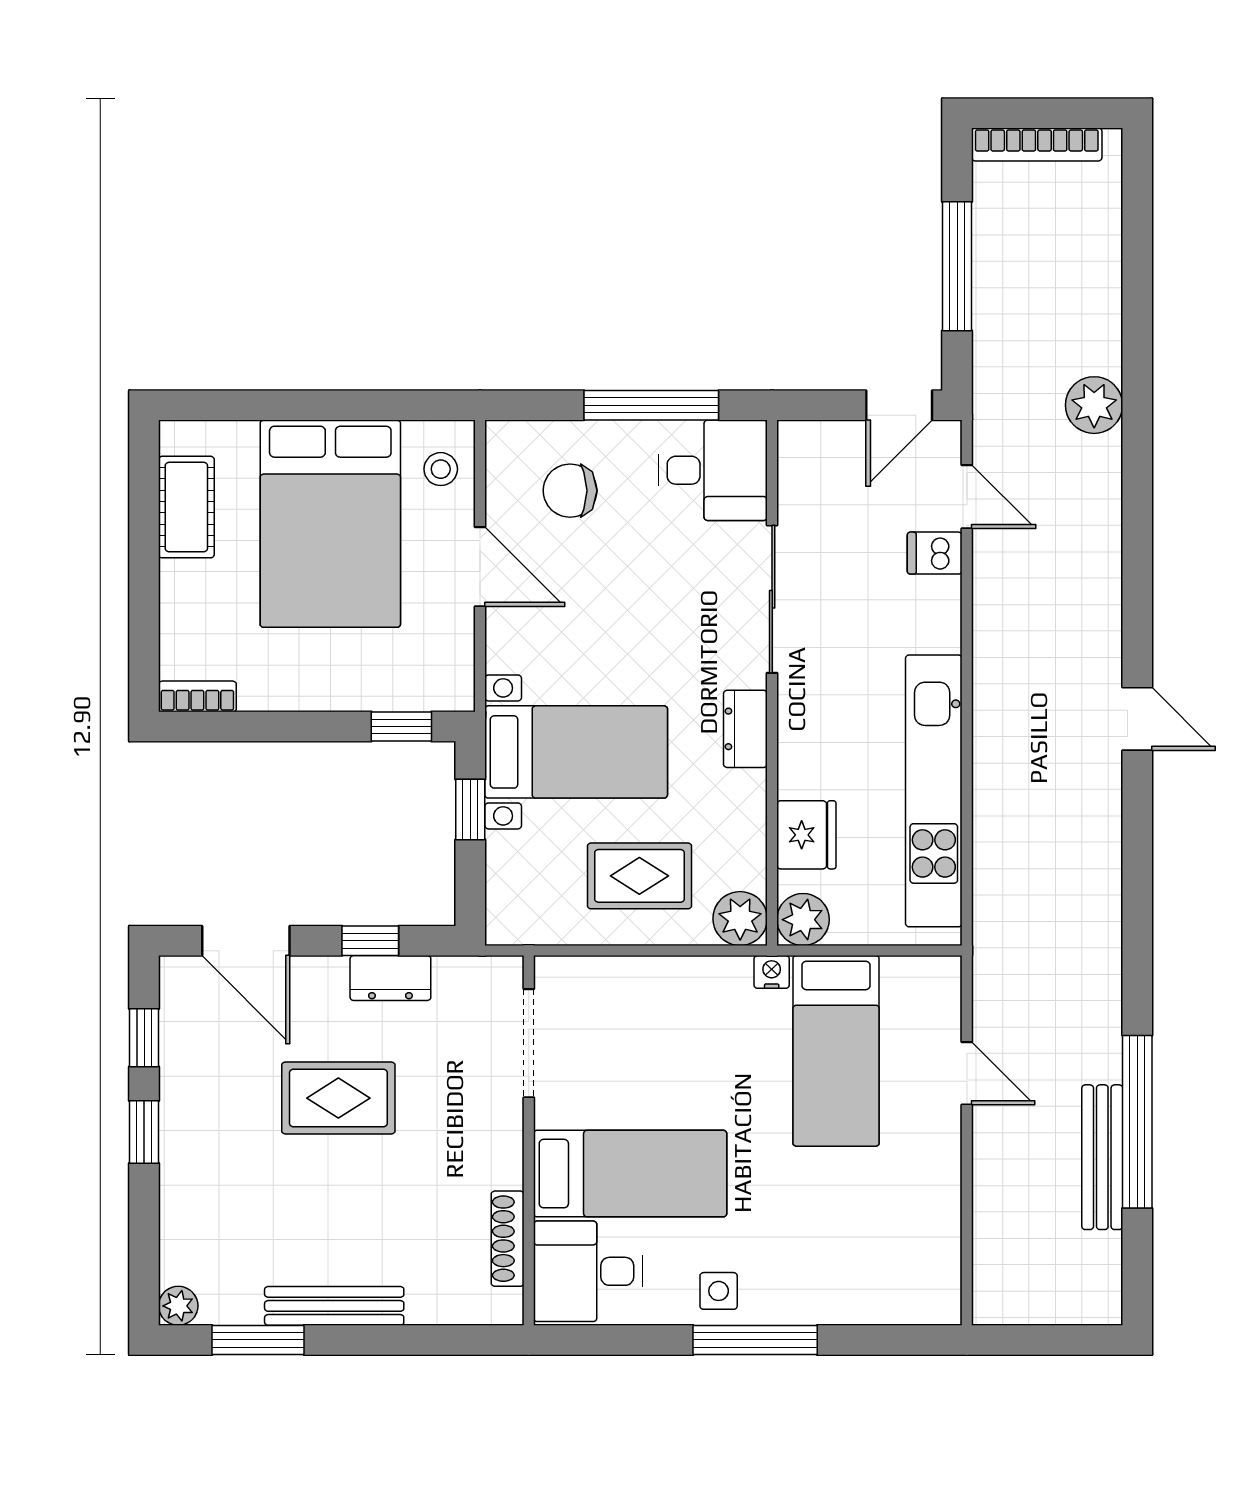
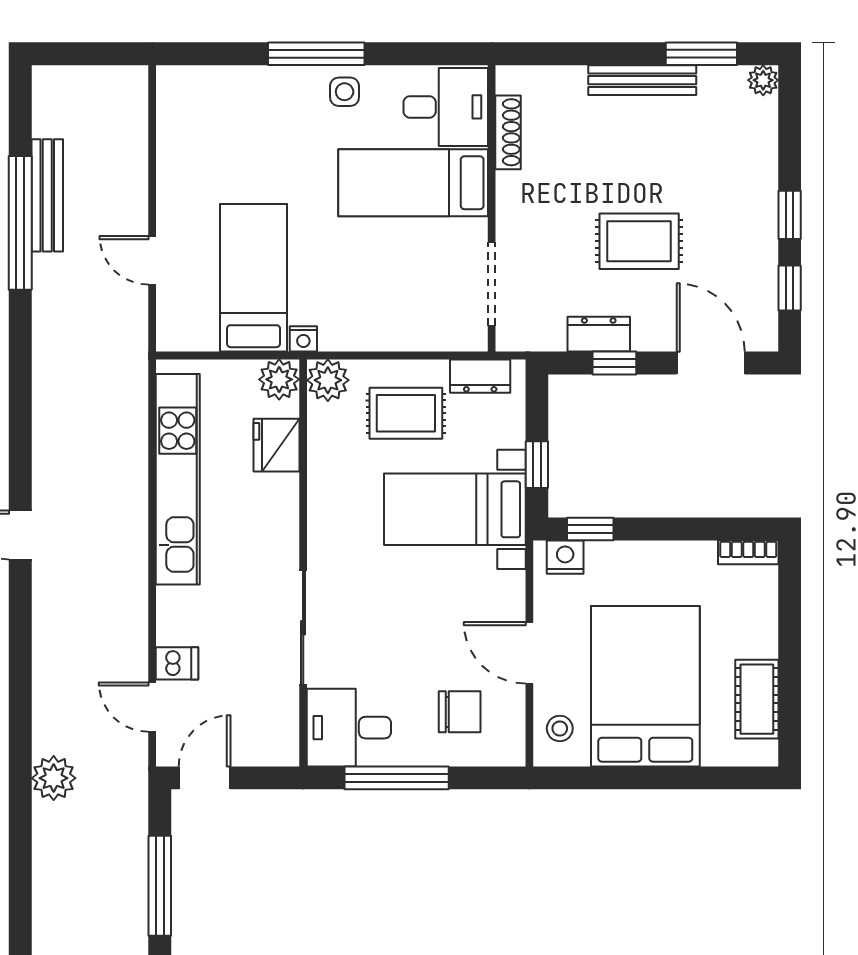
nightstand: (434, 690) -> (565, 557), added
dresser: (745, 729) -> (480, 376), moved, turned 90

